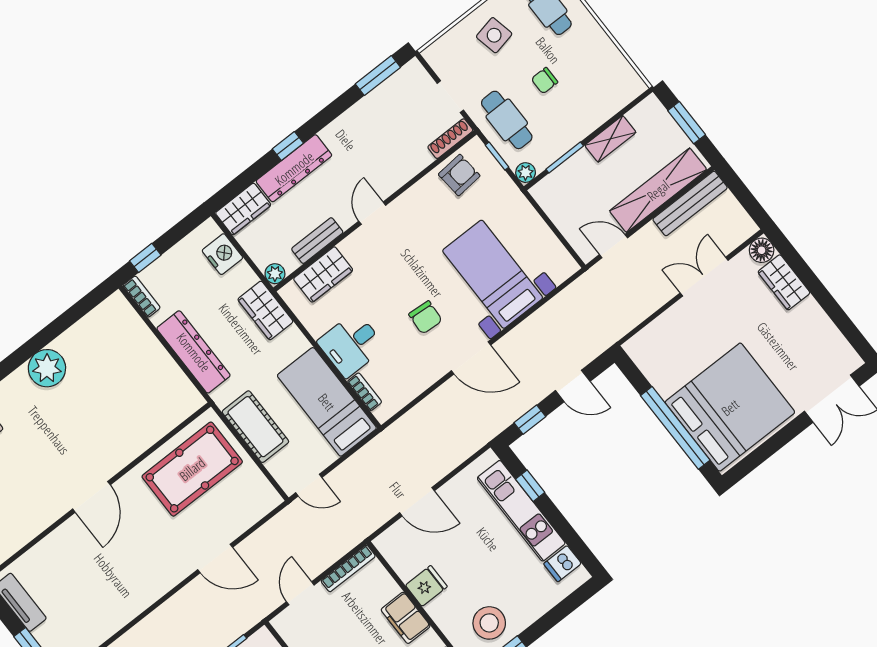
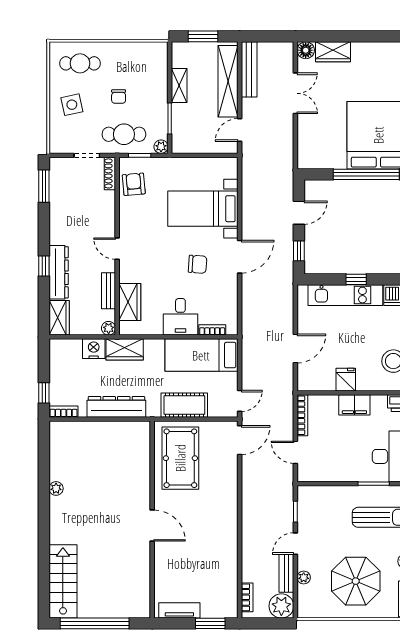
nightstand: (222, 254) -> (94, 349), moved
double door: (704, 277) -> (295, 93), swing flipped
plant: (47, 368) -> (56, 488), width x0.53, depth x0.53
window: (530, 486) -> (356, 279), moved
door: (215, 558) -> (240, 440), moved

